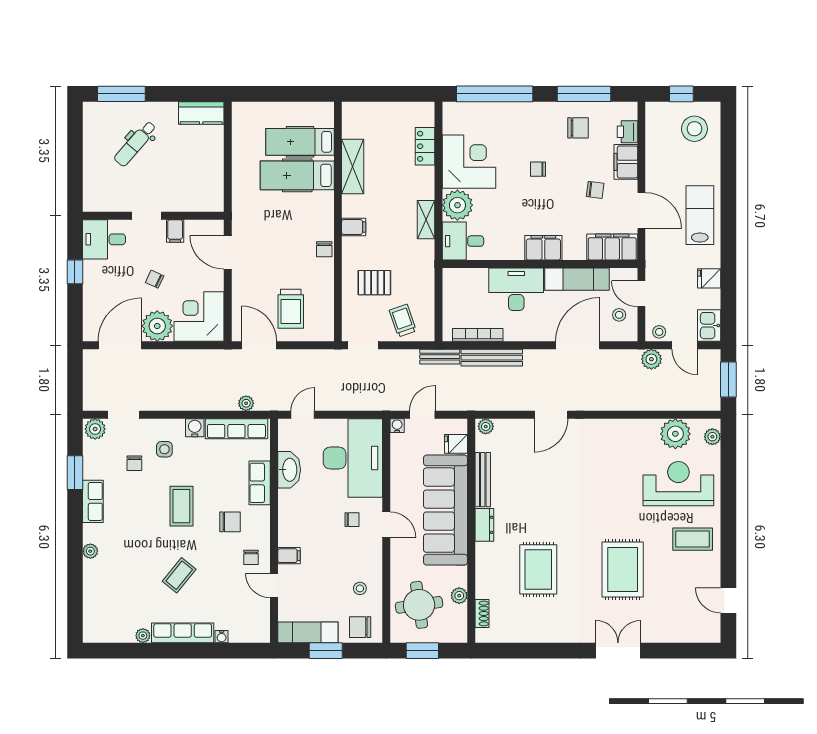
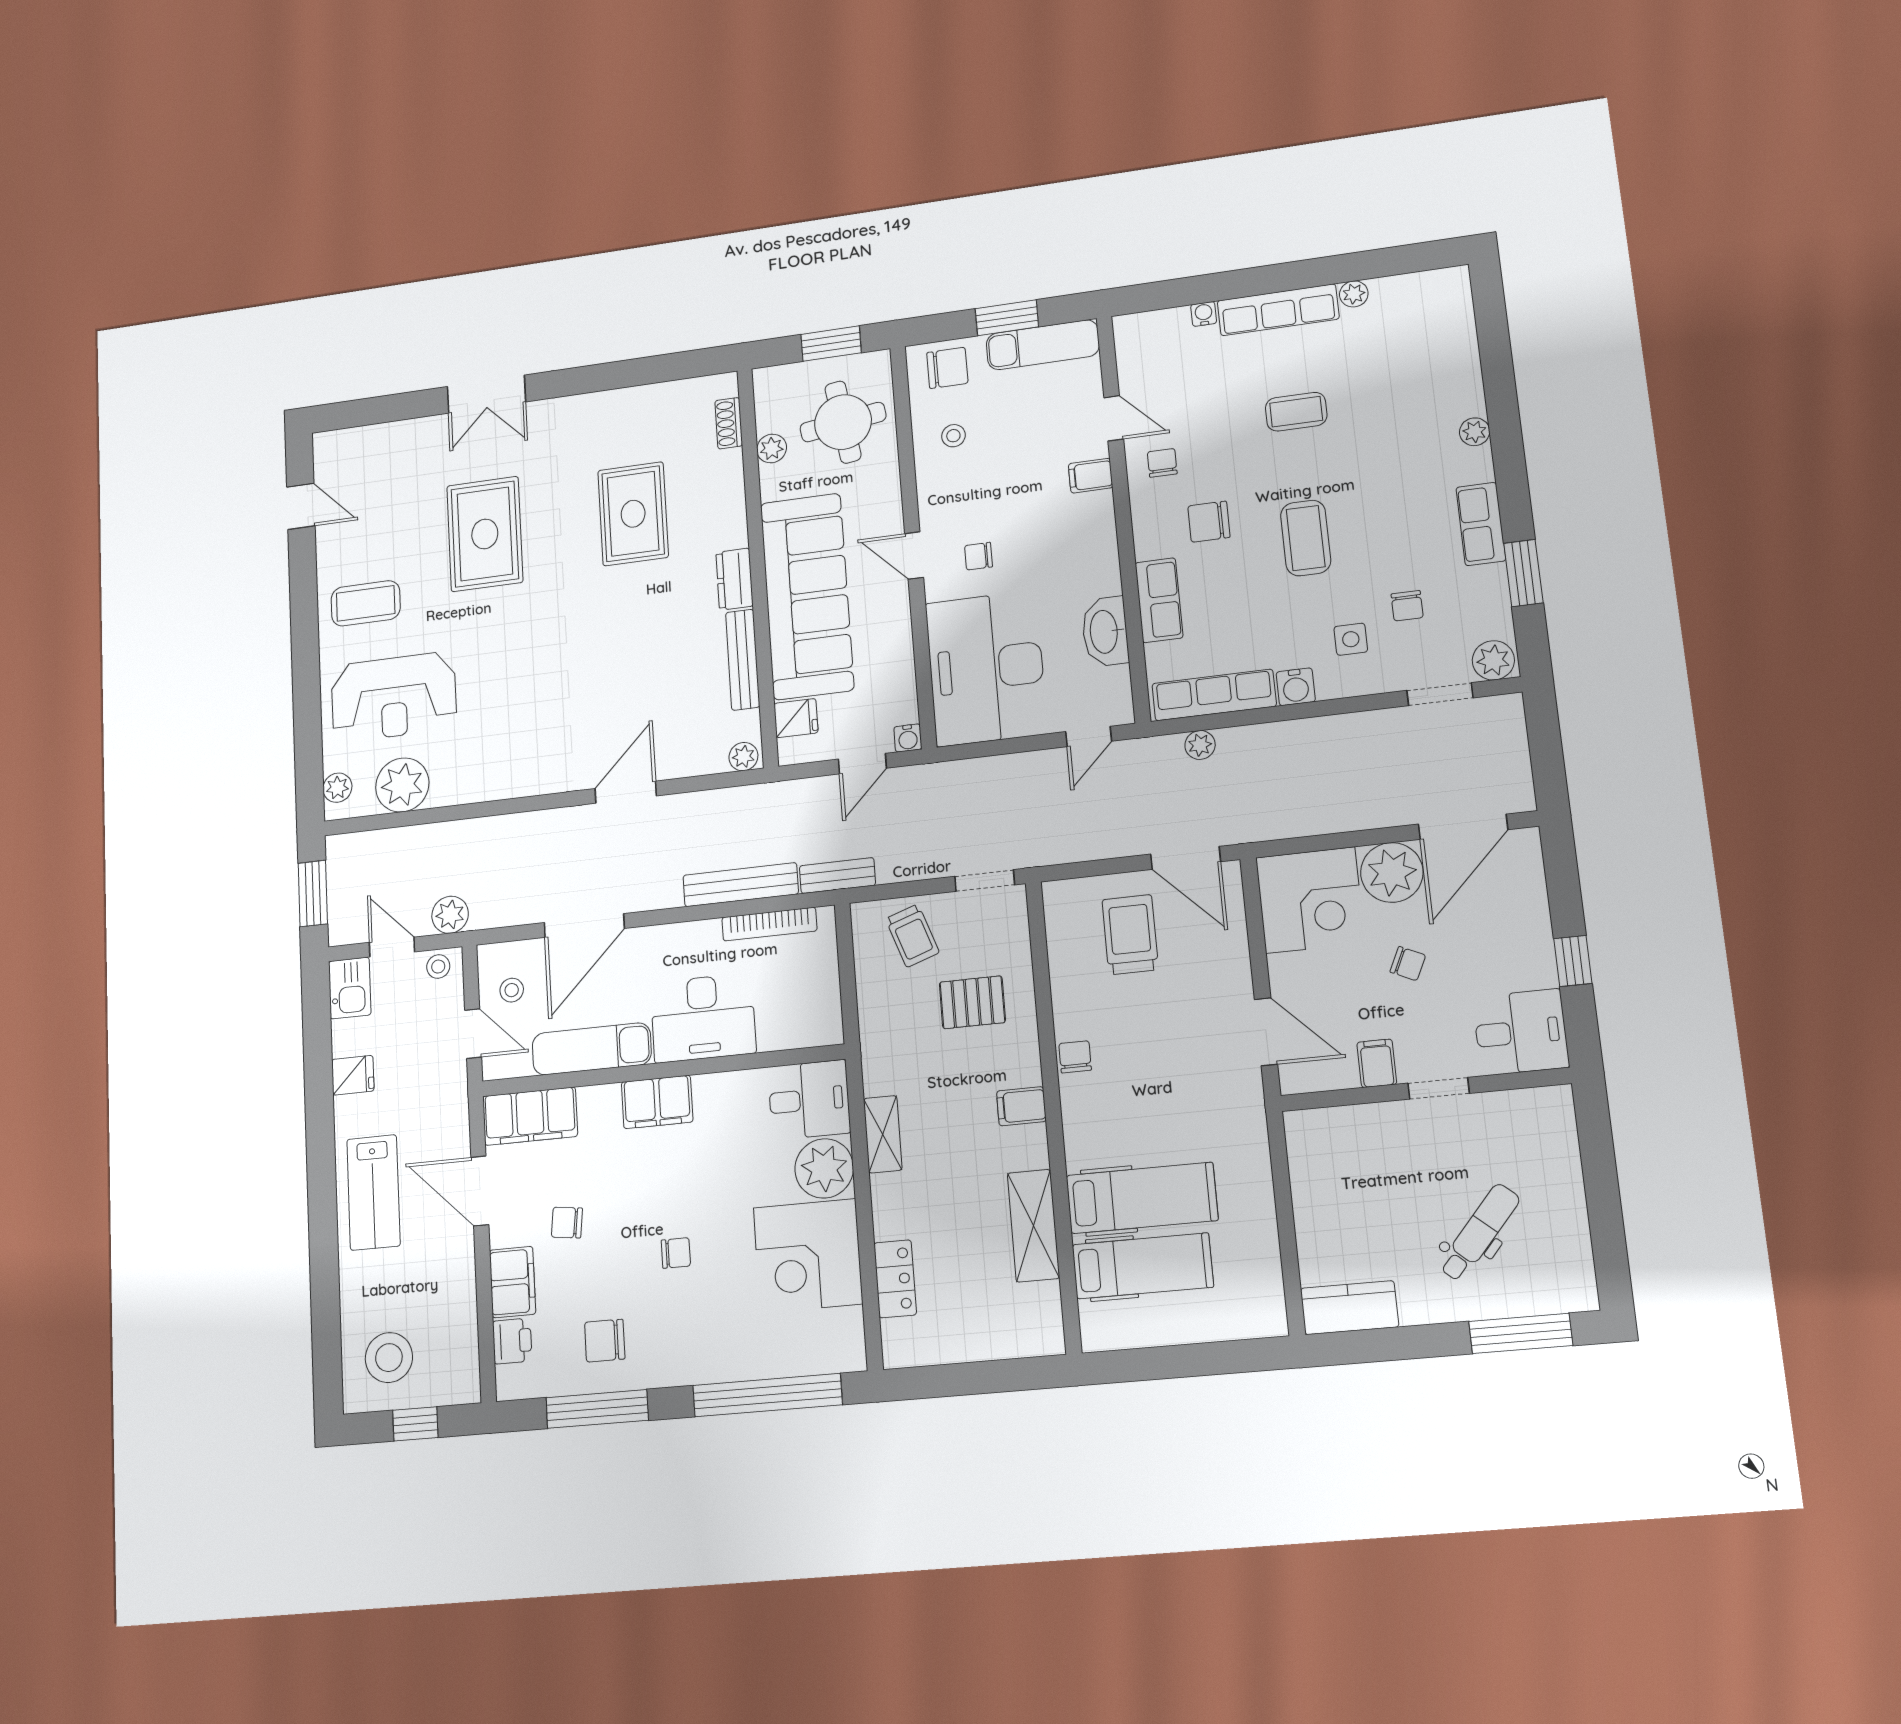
chair: (134, 463) -> (1407, 606), turned 180
coffee table: (179, 575) -> (1296, 412), turned 51

